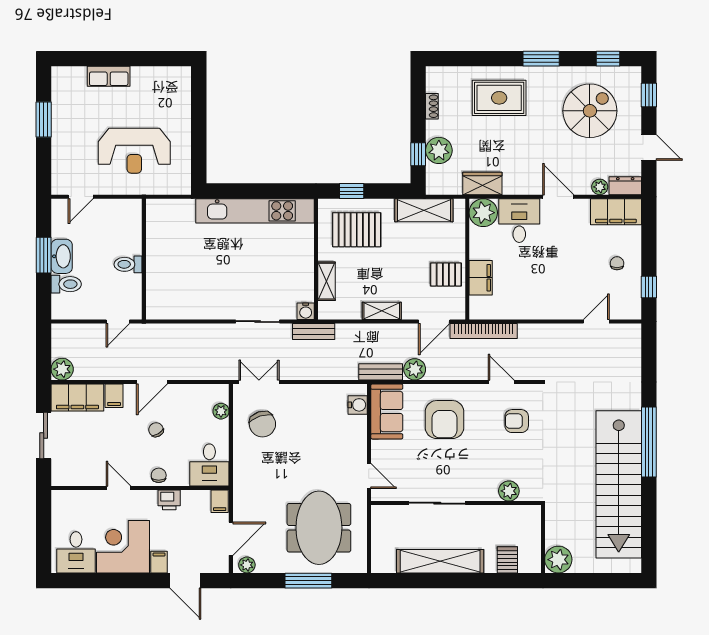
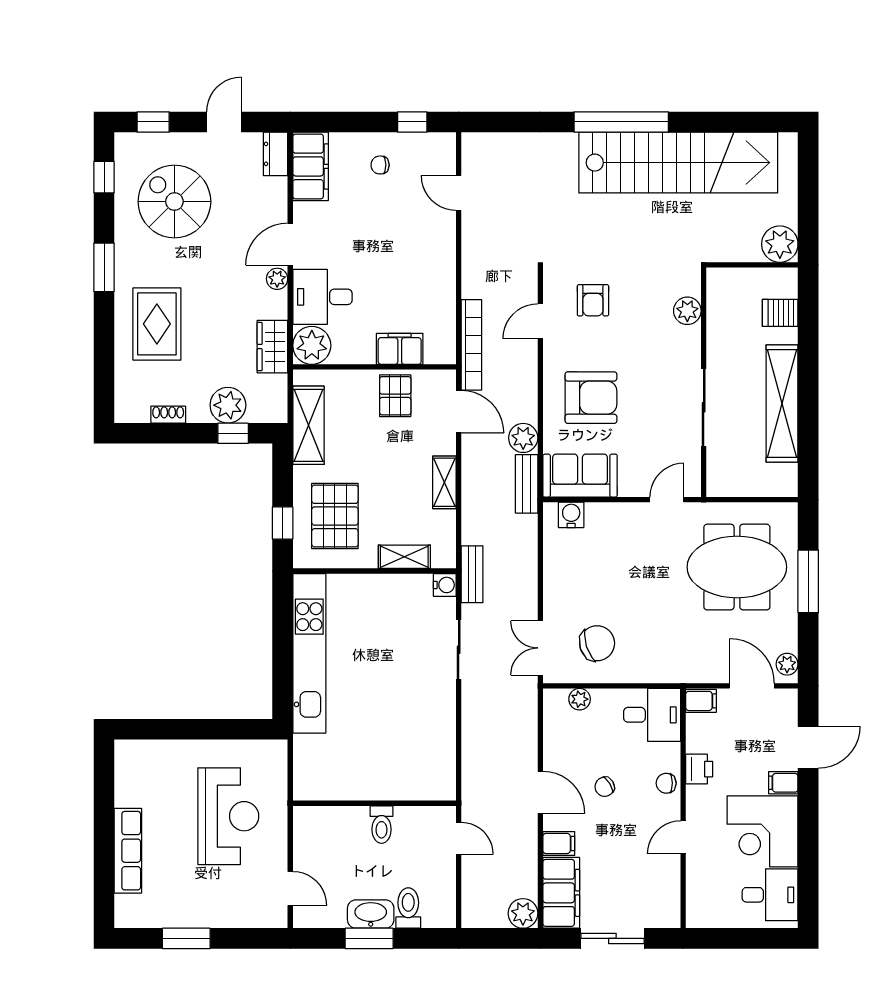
row of seats: (109, 76) -> (128, 851), width x1.48
plant: (600, 187) -> (277, 279), moved

